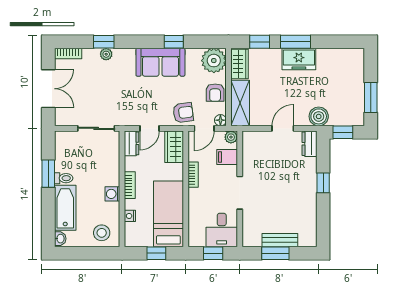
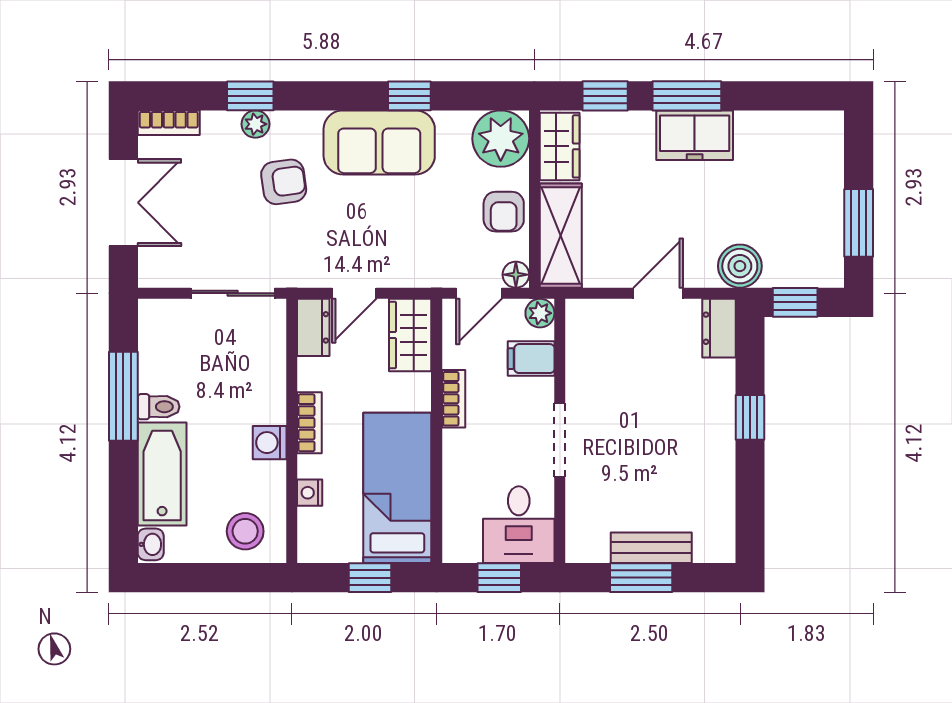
armchair: (183, 113) -> (284, 182), moved
window: (48, 174) -> (123, 396), width x1.44

